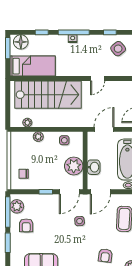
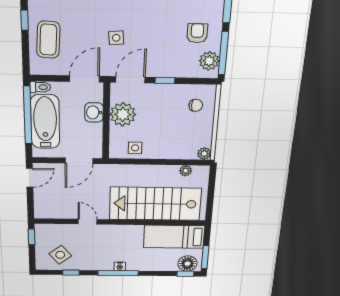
window: (42, 32) -> (186, 274), moved
door: (98, 79) -> (88, 222), hinge flipped
plant: (38, 137) -> (204, 154), moved

